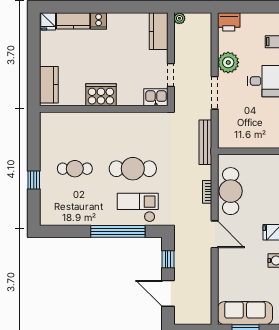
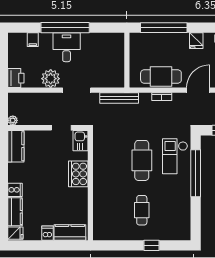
kitchen counter: (159, 31) -> (16, 146), moved, turned -90
dishwasher: (48, 59) -> (47, 233), added
cooker: (101, 95) -> (78, 174), moved

